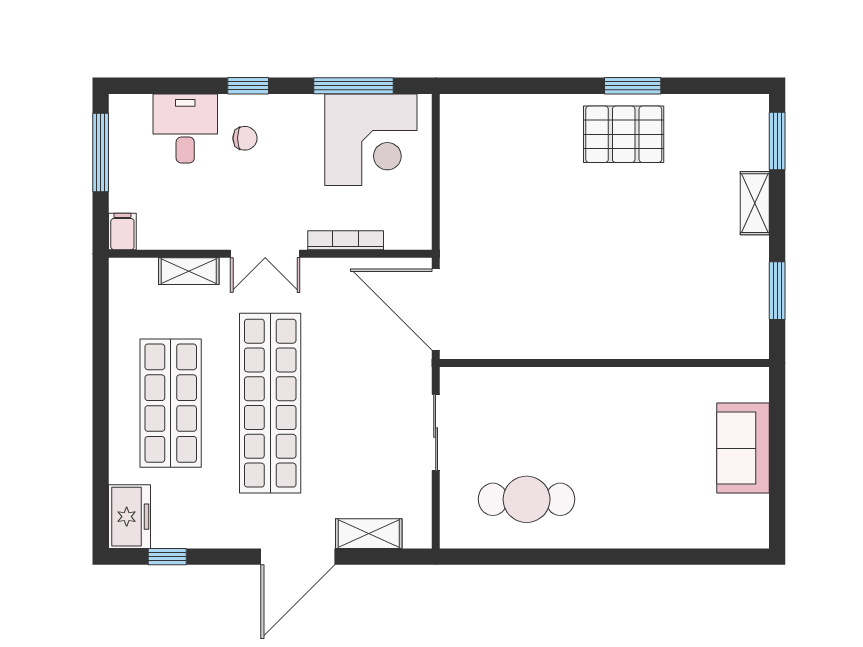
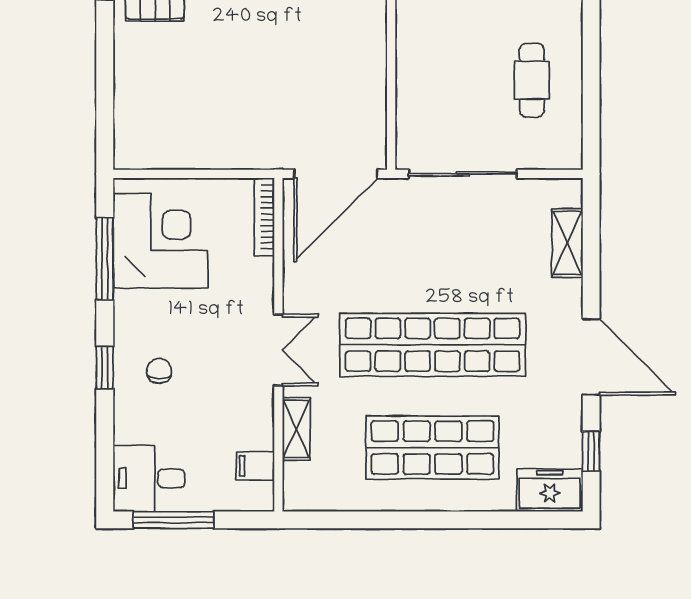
desk: (185, 129) -> (149, 478), moved
filing cabinet: (122, 232) -> (255, 466), moved
bookcase: (346, 240) -> (264, 217), moved
sliding door: (436, 432) -> (463, 174), width x1.37
cafe table: (527, 499) -> (532, 80), width x0.73, depth x0.74
door: (298, 557) -> (591, 357), moved

